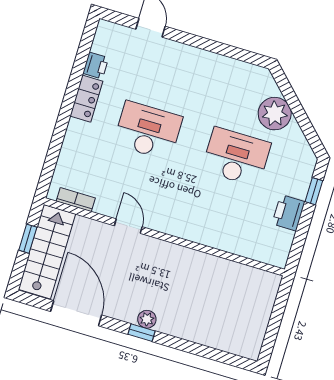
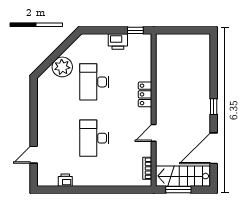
locker: (86, 99) -> (145, 94), moved, turned -90
window: (314, 191) -> (135, 30), moved
window: (28, 239) -> (178, 190), width x1.50
plant: (147, 319) -> (205, 106), removed

